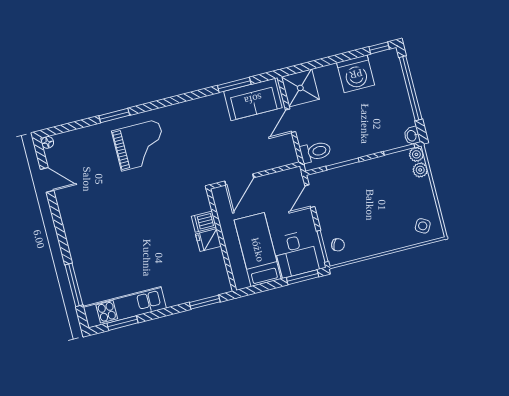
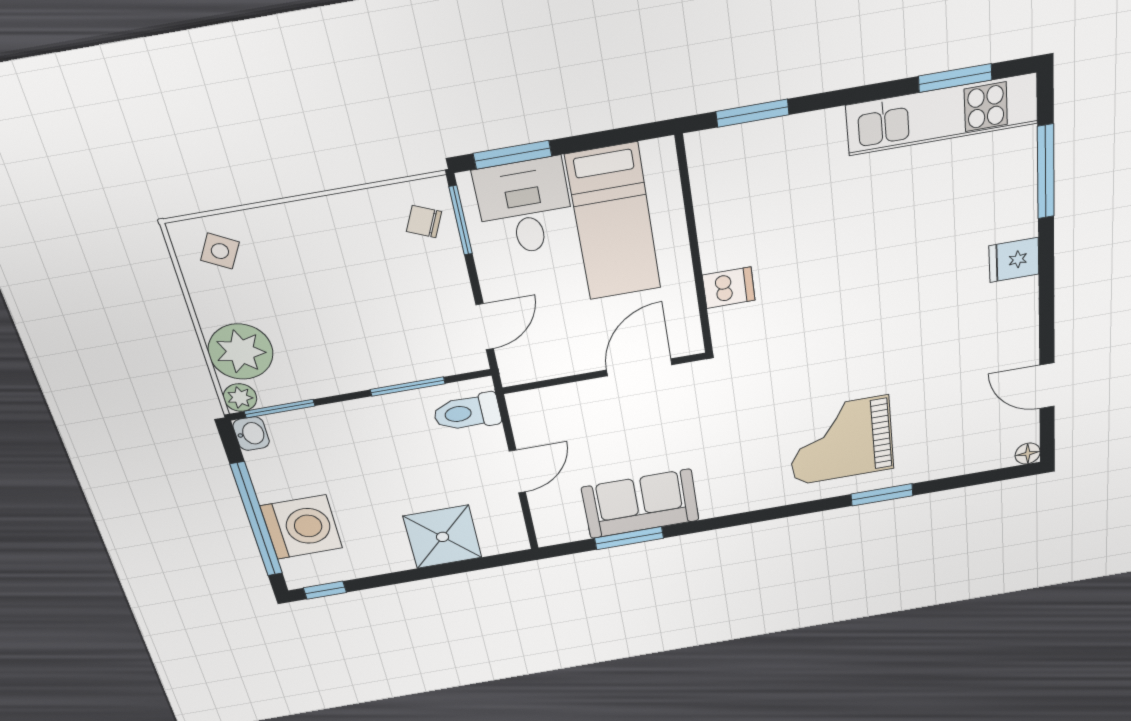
washing machine: (356, 74) -> (302, 527), moved, turned 90
shower: (300, 88) -> (443, 537), moved
sofa: (253, 99) -> (640, 504), moved
plant: (420, 170) -> (241, 352), width x1.88, depth x1.88
fridge: (208, 240) -> (1014, 260), moved, turned 180

